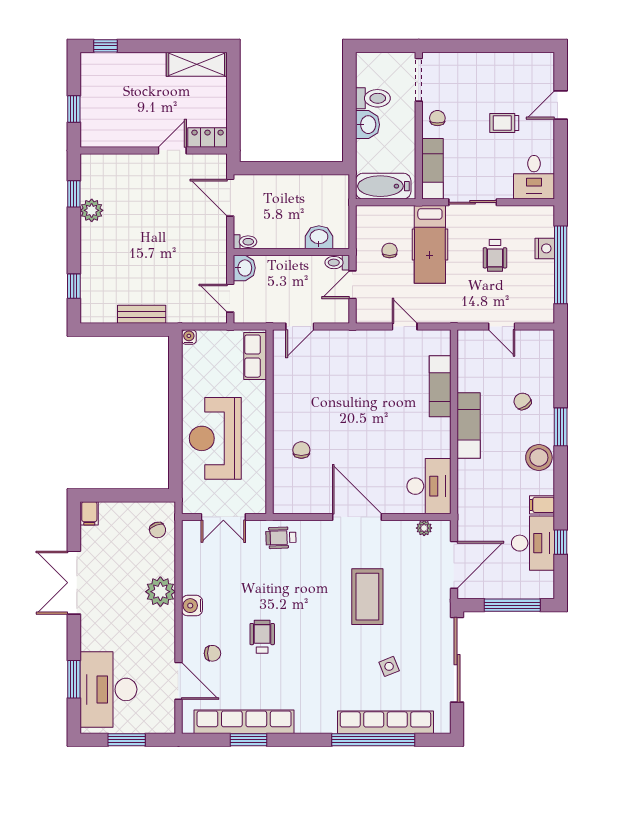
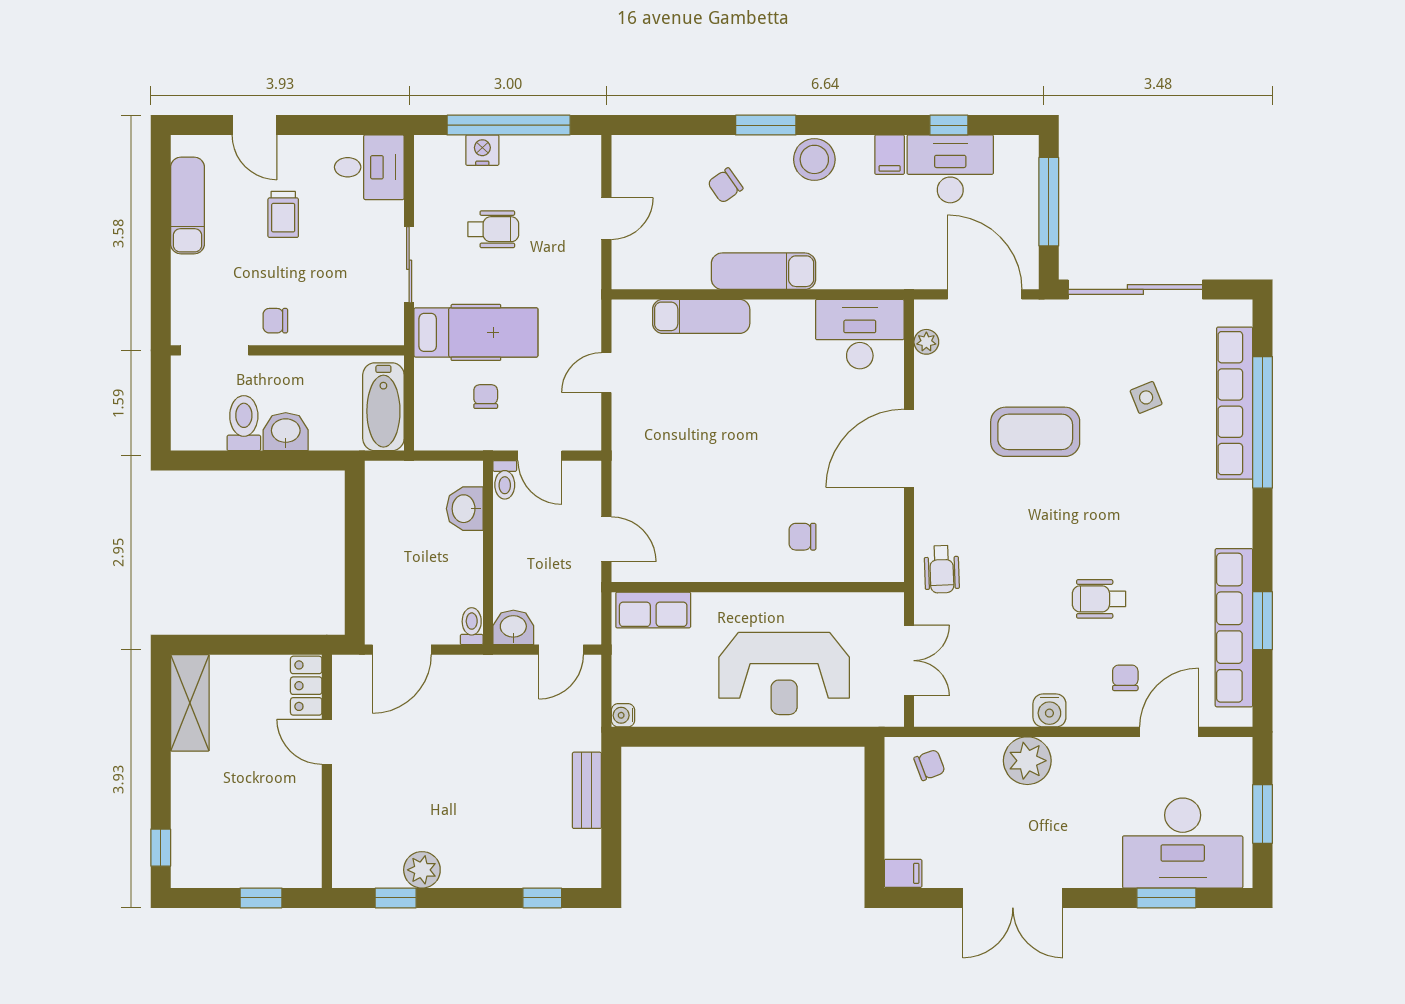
exam couch: (432, 169) -> (188, 206), moved, turned 90
chair: (390, 251) -> (486, 397), turned 90

